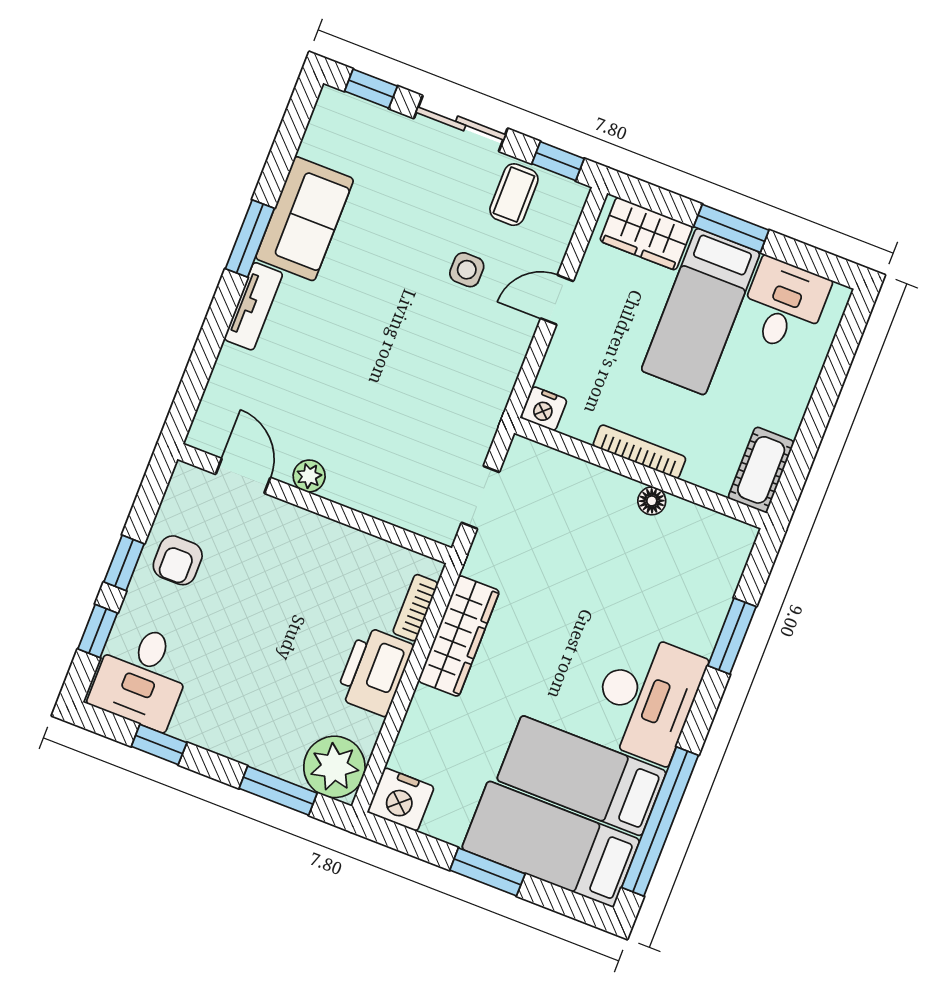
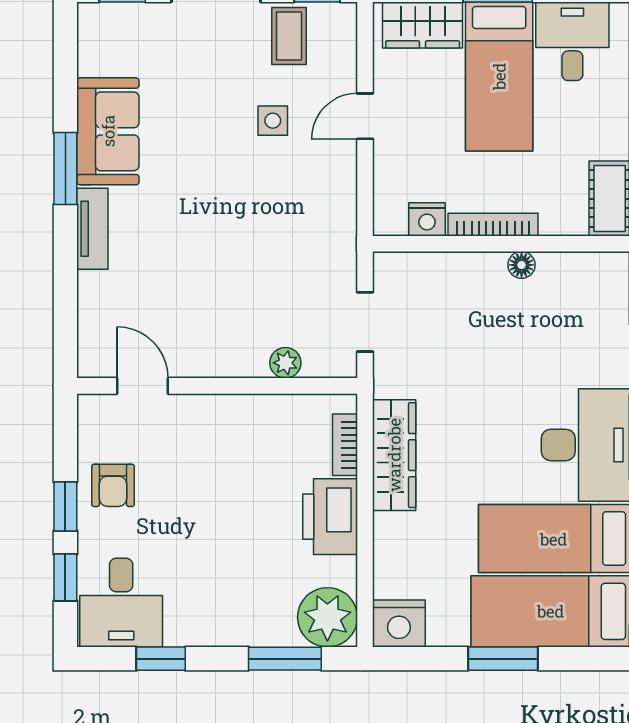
nightstand: (544, 409) -> (427, 219), moved
plant: (309, 476) -> (285, 363), moved

